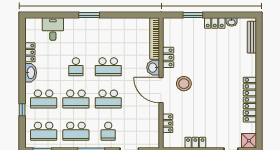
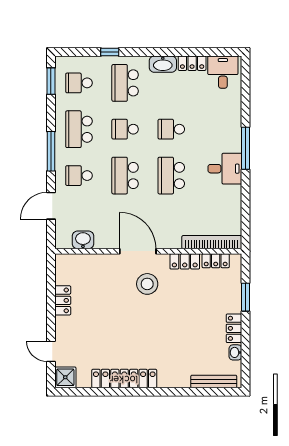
window: (89, 15) -> (245, 148), width x1.44
desk: (53, 29) -> (223, 72), moved, turned -90
desk: (103, 29) -> (225, 169), added
washbasin: (153, 68) -> (83, 240), moved
door: (161, 90) -> (138, 251), hinge flipped
school desk: (76, 99) -> (125, 129), width x0.54
locker: (168, 123) -> (216, 261), moved
school desk: (44, 131) -> (79, 83), width x0.54

